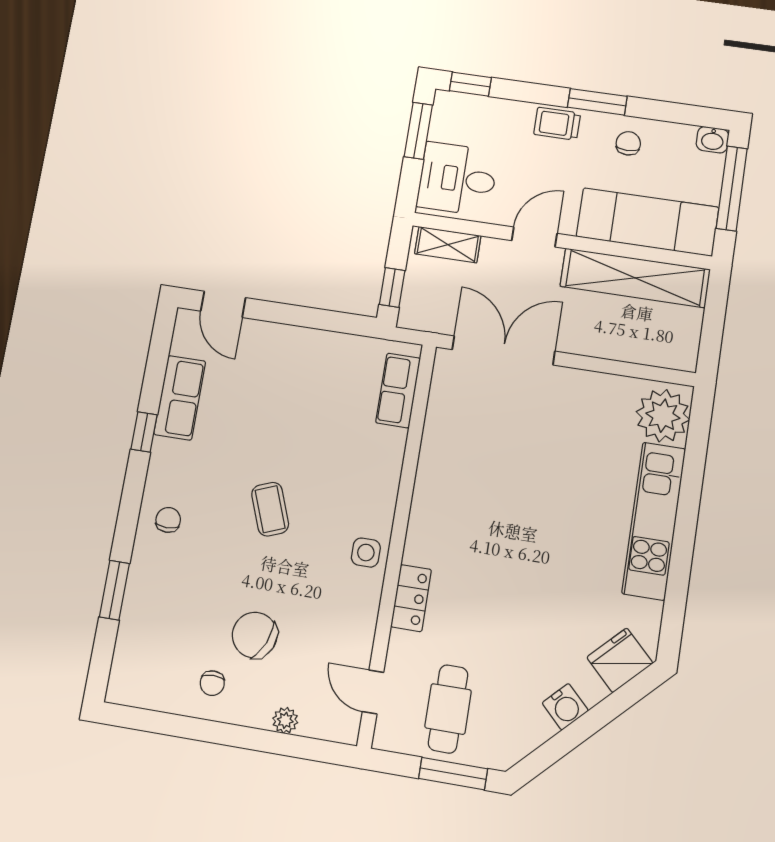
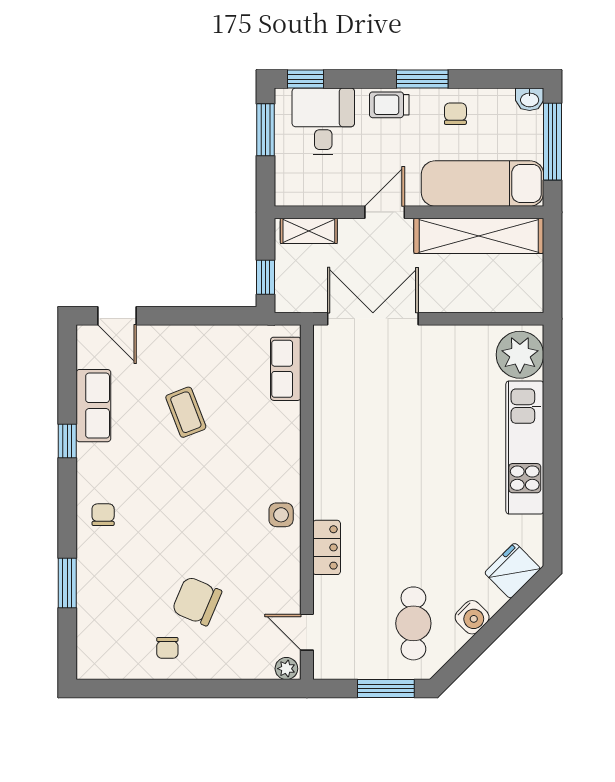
desk: (457, 179) -> (323, 121), moved, turned 90
coffee table: (270, 509) -> (186, 412), moved
cafe table: (448, 709) -> (413, 623), moved
plant: (285, 720) -> (286, 669), moved

